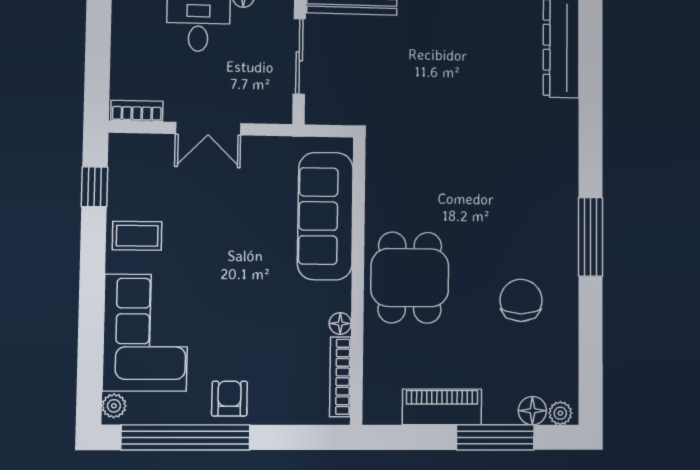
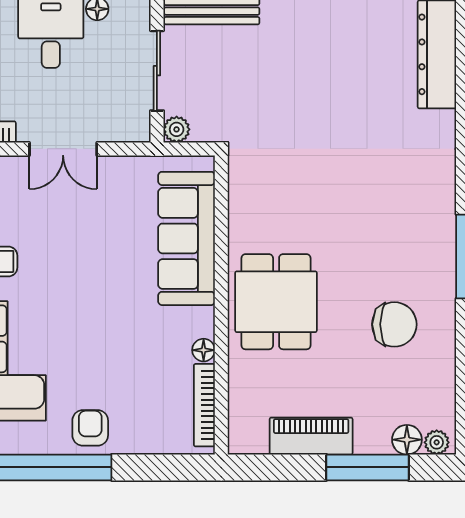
plant: (317, 112) -> (177, 129), added
chair: (521, 300) -> (394, 324), turned 90

